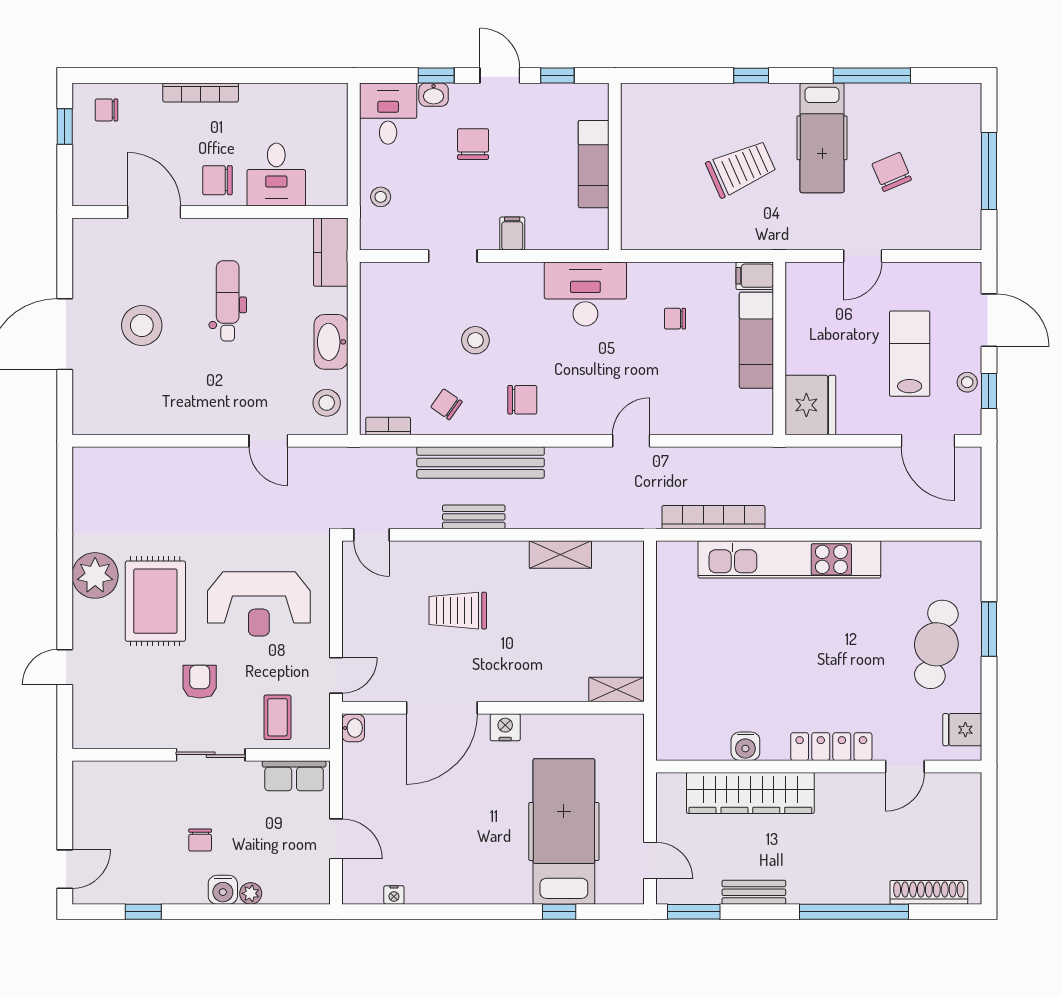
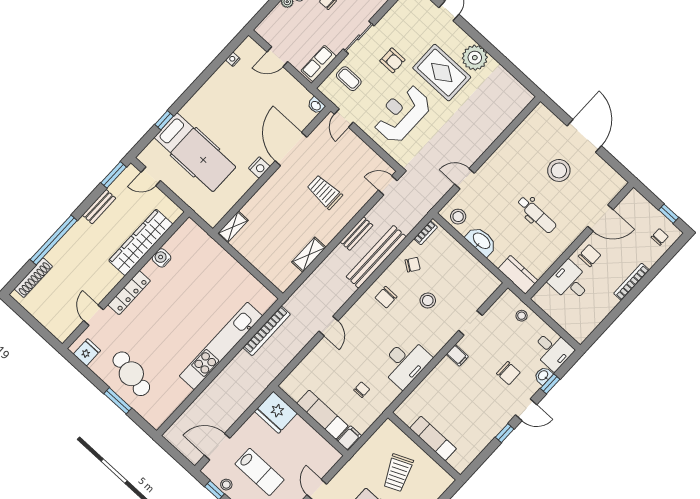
exam couch: (594, 164) -> (433, 438), moved
wall: (615, 166) -> (424, 446), moved
trolley: (458, 611) -> (325, 192), turned -90

